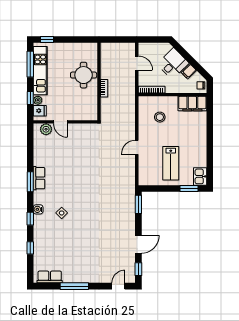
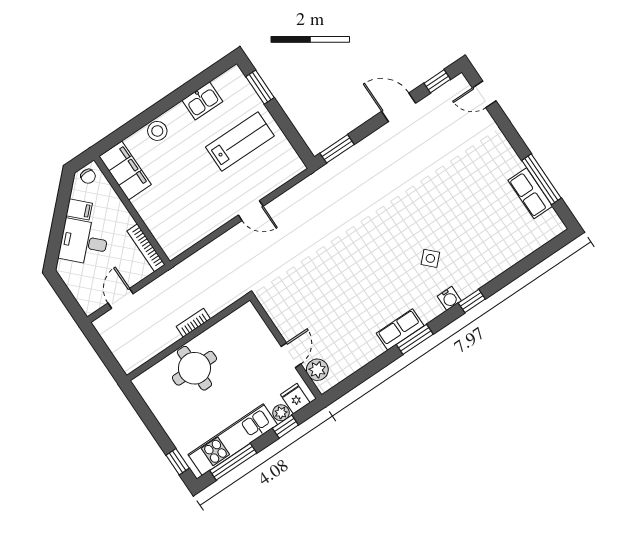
stool: (160, 117) -> (157, 131), moved
kitchen sink: (200, 176) -> (202, 101), moved
window: (30, 248) -> (517, 270), removed
row of seats: (50, 277) -> (530, 193), moved
window: (74, 286) -> (541, 179), moved

